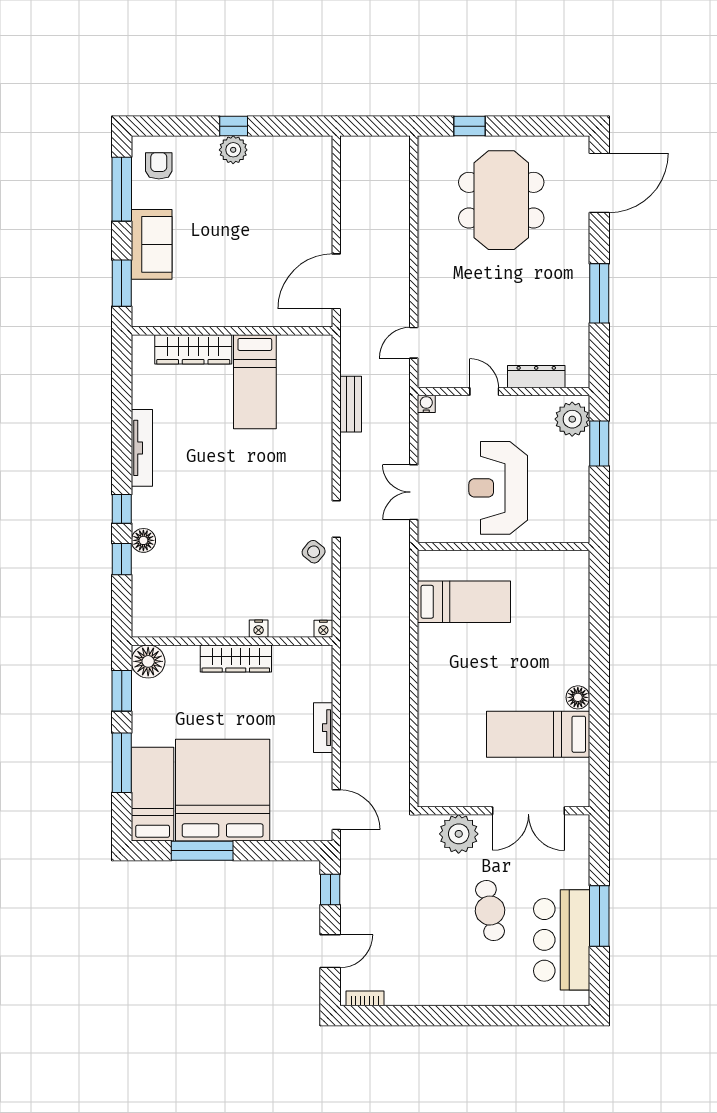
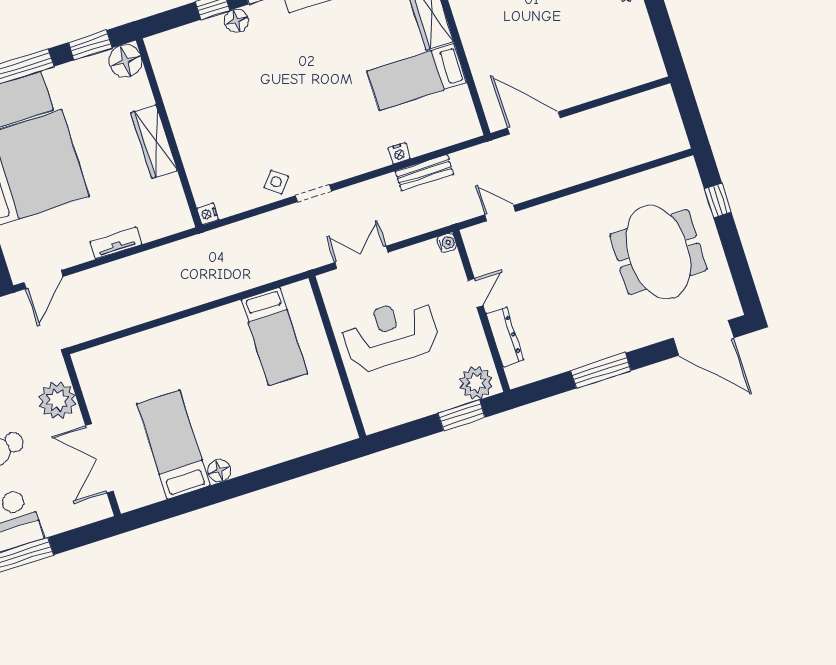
meeting table: (501, 200) -> (658, 252), turned 90
nightstand: (259, 629) -> (399, 153), moved, turned -90

